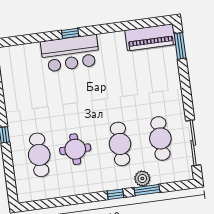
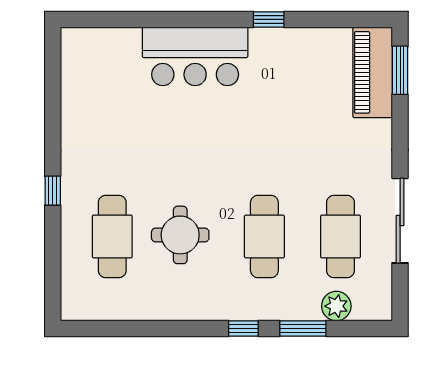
window: (70, 33) -> (269, 19), moved
piano: (150, 37) -> (373, 72), moved, turned 90
sliding door: (193, 143) -> (400, 221), moved
plant: (142, 179) -> (336, 306), moved

